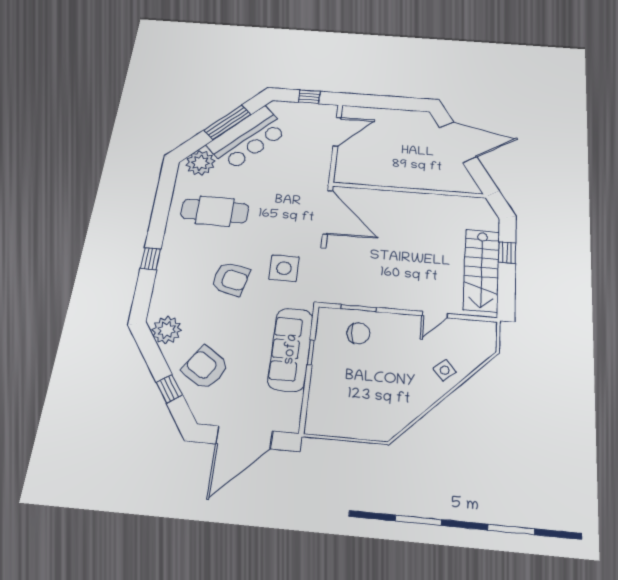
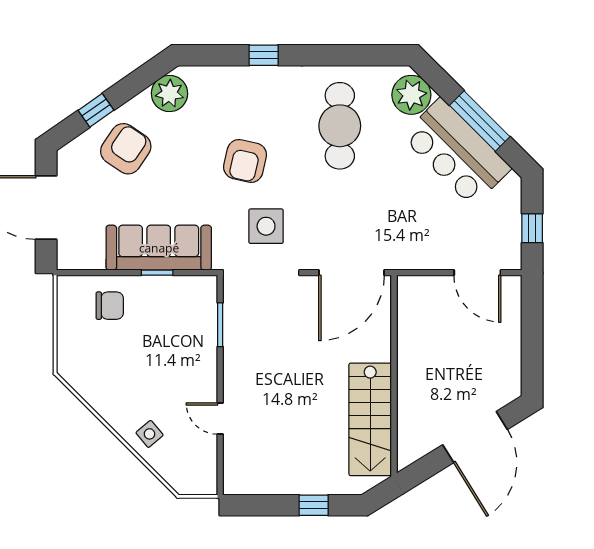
stairs: (482, 270) -> (370, 419), moved, turned -90
chair: (358, 333) -> (110, 306), moved, turned -84

